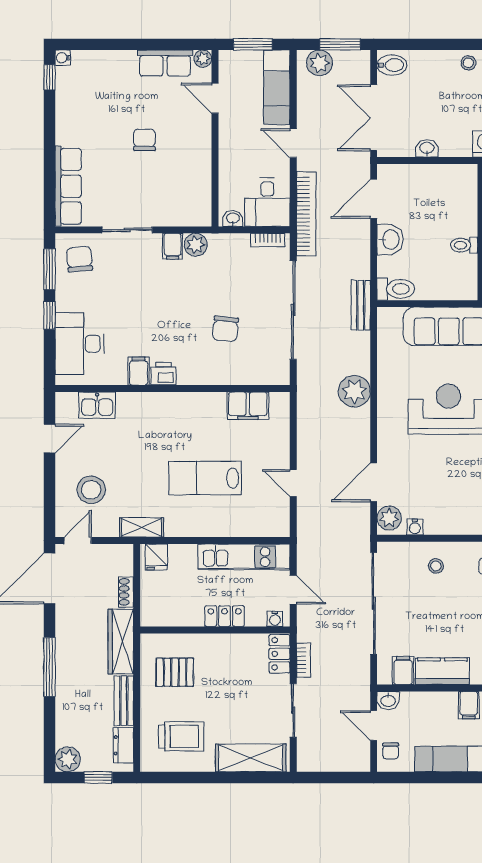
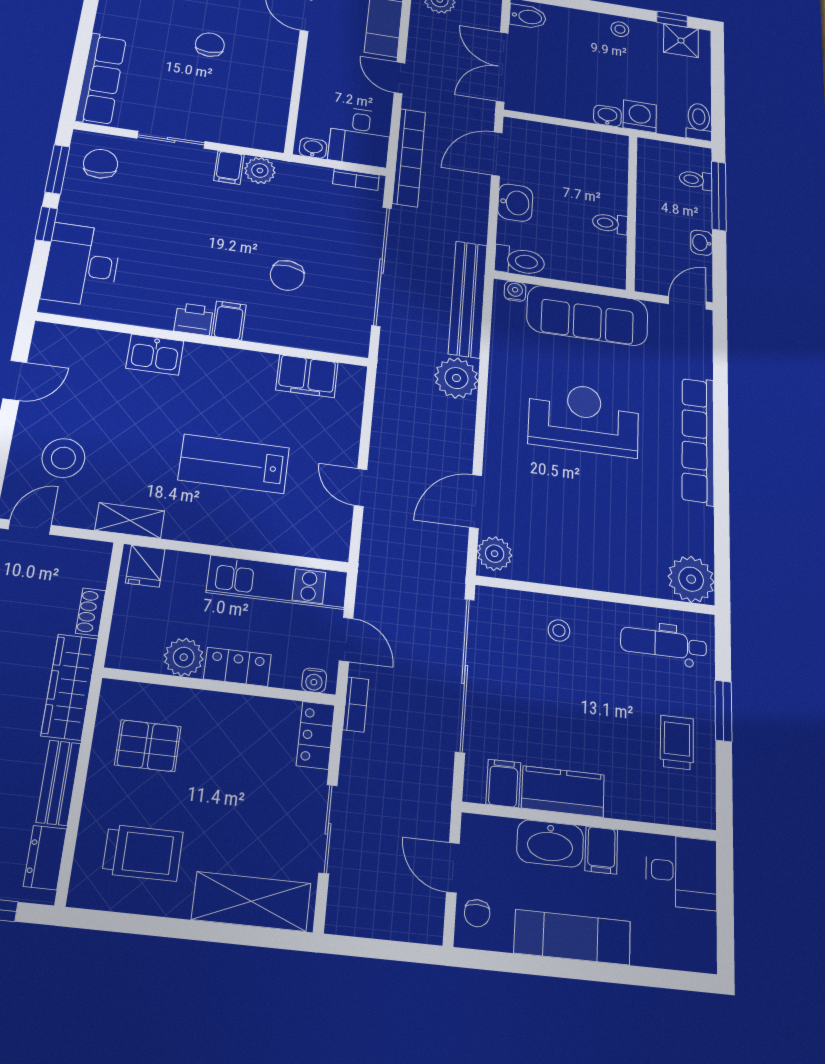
washbasin: (427, 148) -> (607, 116), moved
bench: (361, 305) -> (468, 299), width x1.86, depth x1.21
filing cabinet: (139, 371) -> (229, 321), moved
kitchen sink: (97, 405) -> (155, 355), moved
water cooler: (415, 527) -> (515, 291), moved, turned 180
plant: (189, 614) -> (184, 657), added
bookcase: (303, 660) -> (356, 704), moved
washbasin: (388, 700) -> (550, 843), moved, width x1.91, depth x1.45

